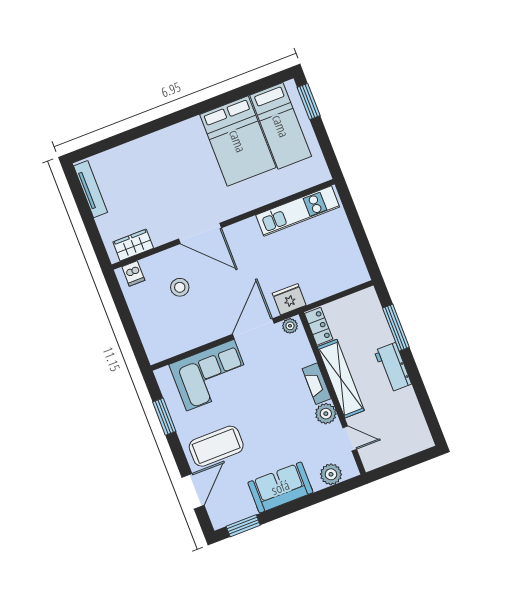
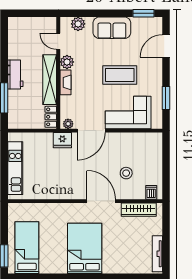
bed: (238, 141) -> (85, 248), moved
kitchen unit: (298, 211) -> (15, 168), moved, turned 90
wardrobe: (133, 245) -> (139, 210), width x1.50
coffee table: (216, 446) -> (120, 75), moved

